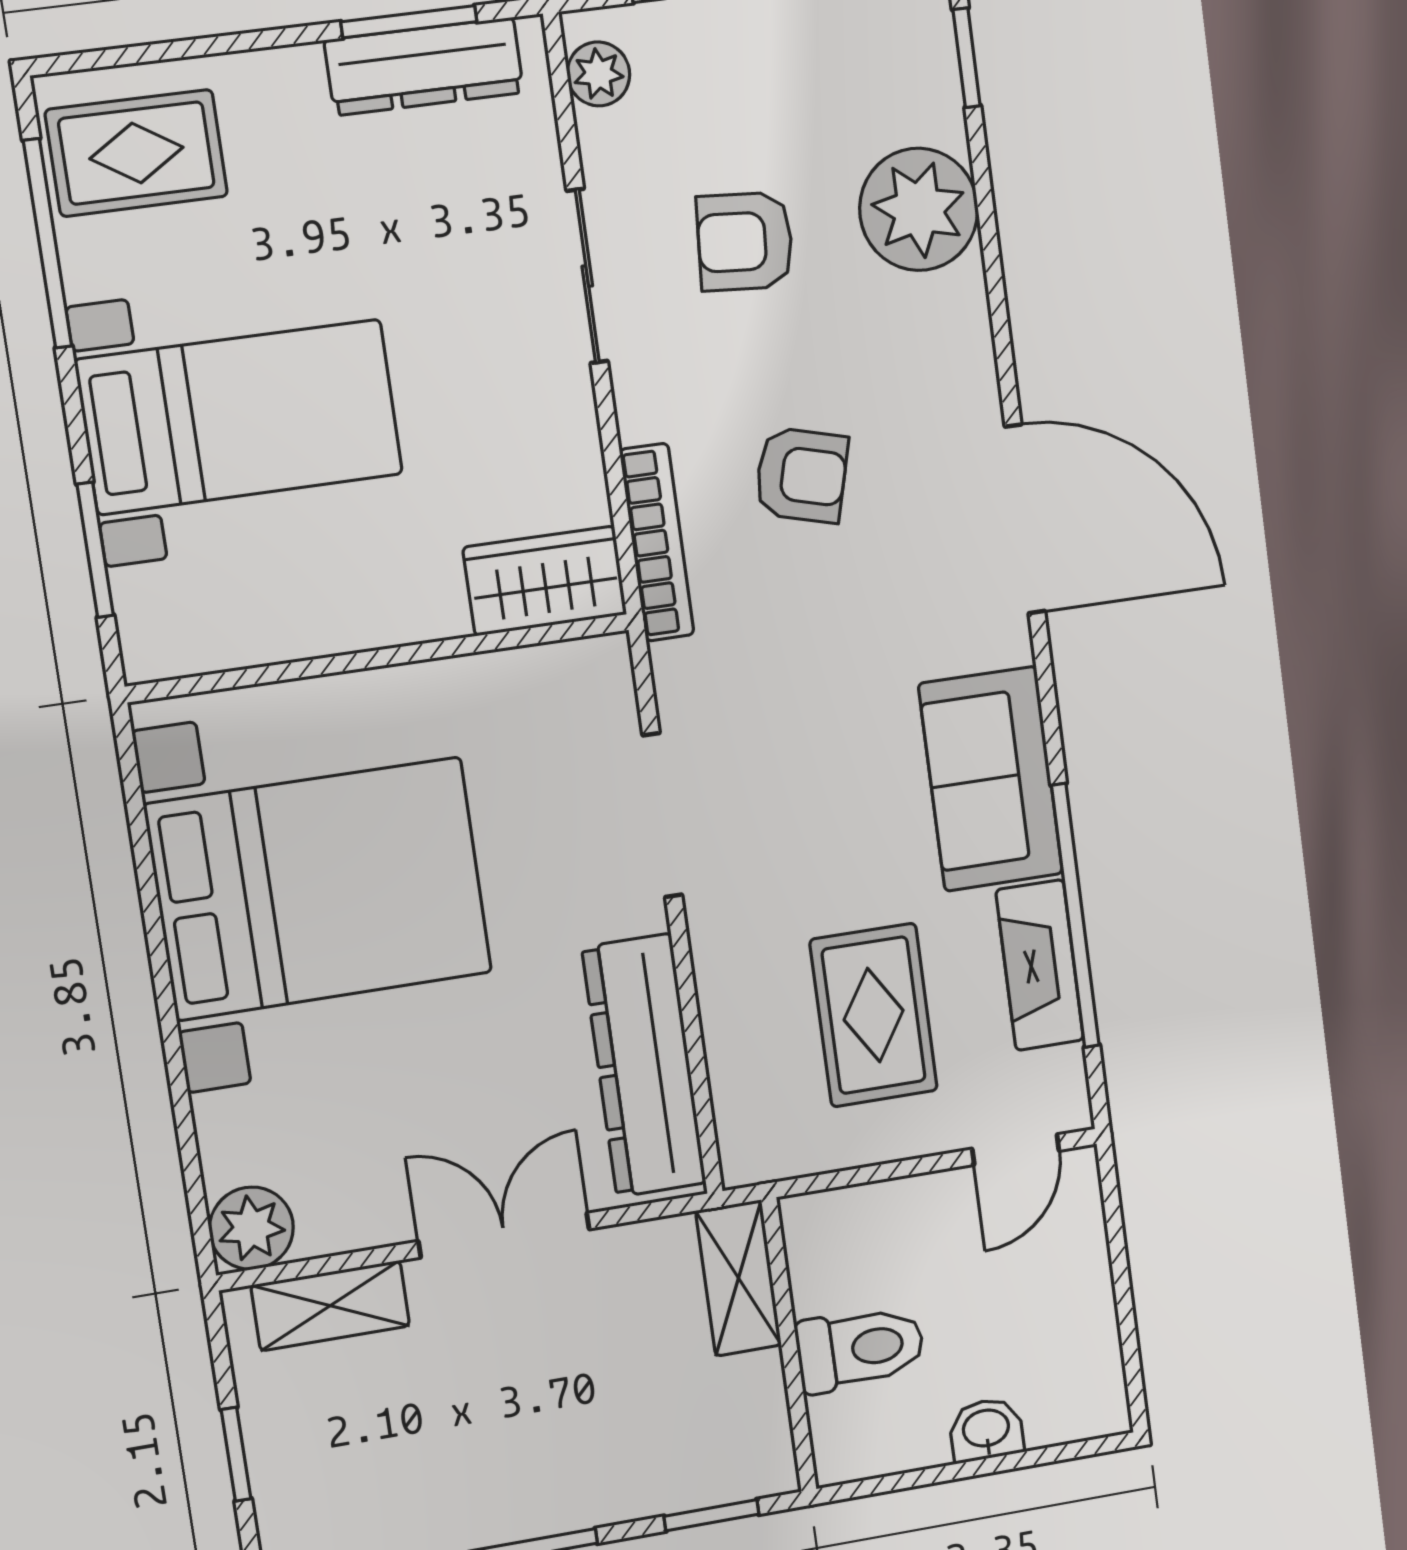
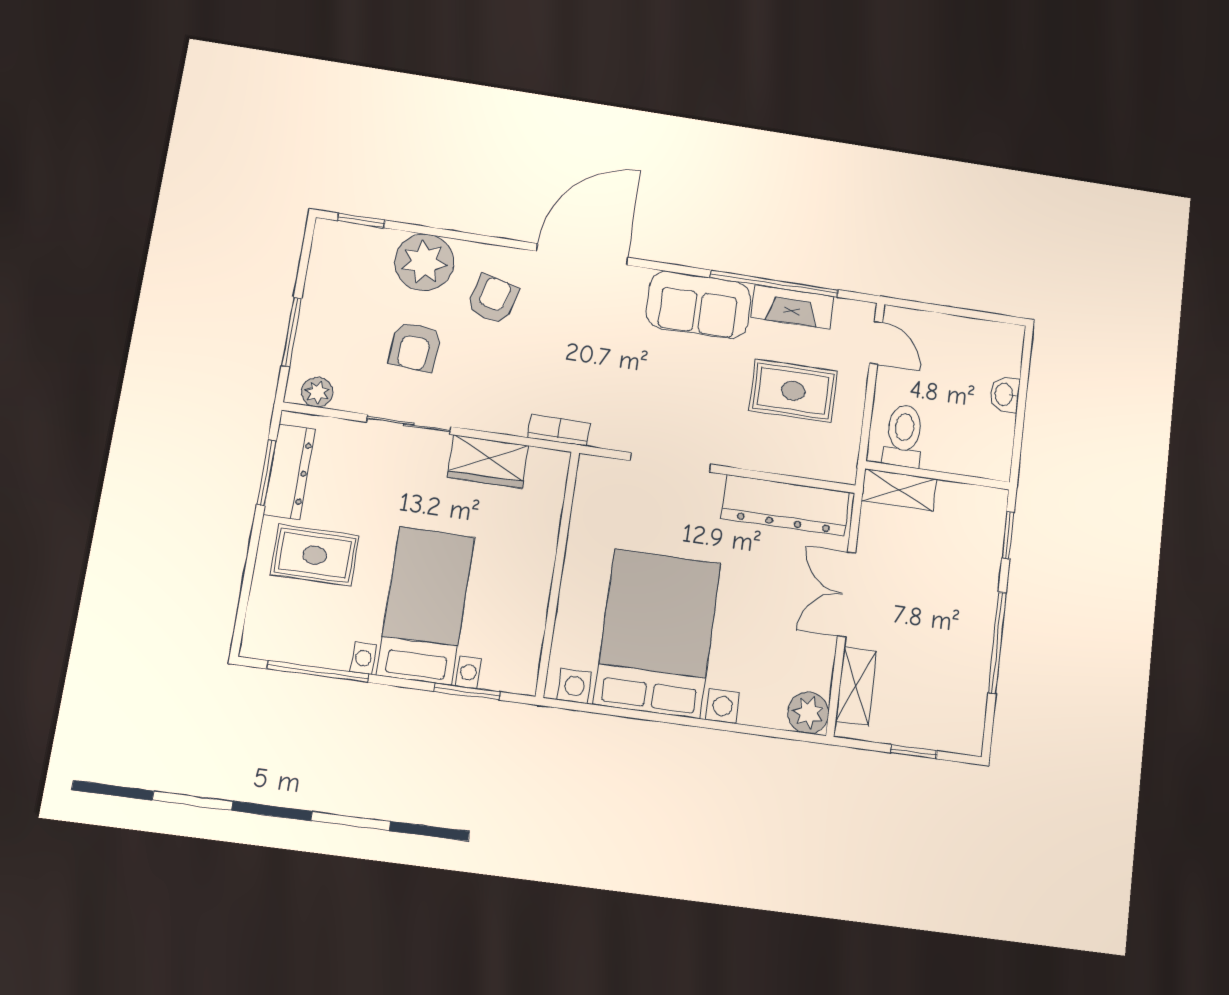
rug: (136, 153) -> (315, 555), moved, turned 90
armchair: (801, 475) -> (493, 299), moved
bookcase: (657, 542) -> (559, 430), width x0.64
wardrobe: (545, 581) -> (488, 461), moved, turned -90
toilet: (860, 1349) -> (904, 436), moved

